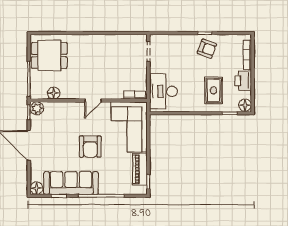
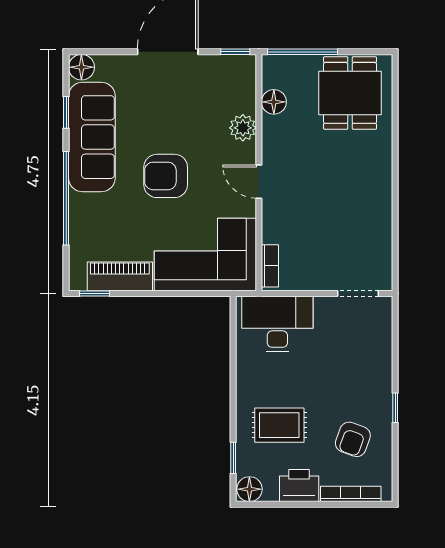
armchair: (207, 49) -> (353, 439), moved
plant: (37, 108) -> (243, 128), moved

